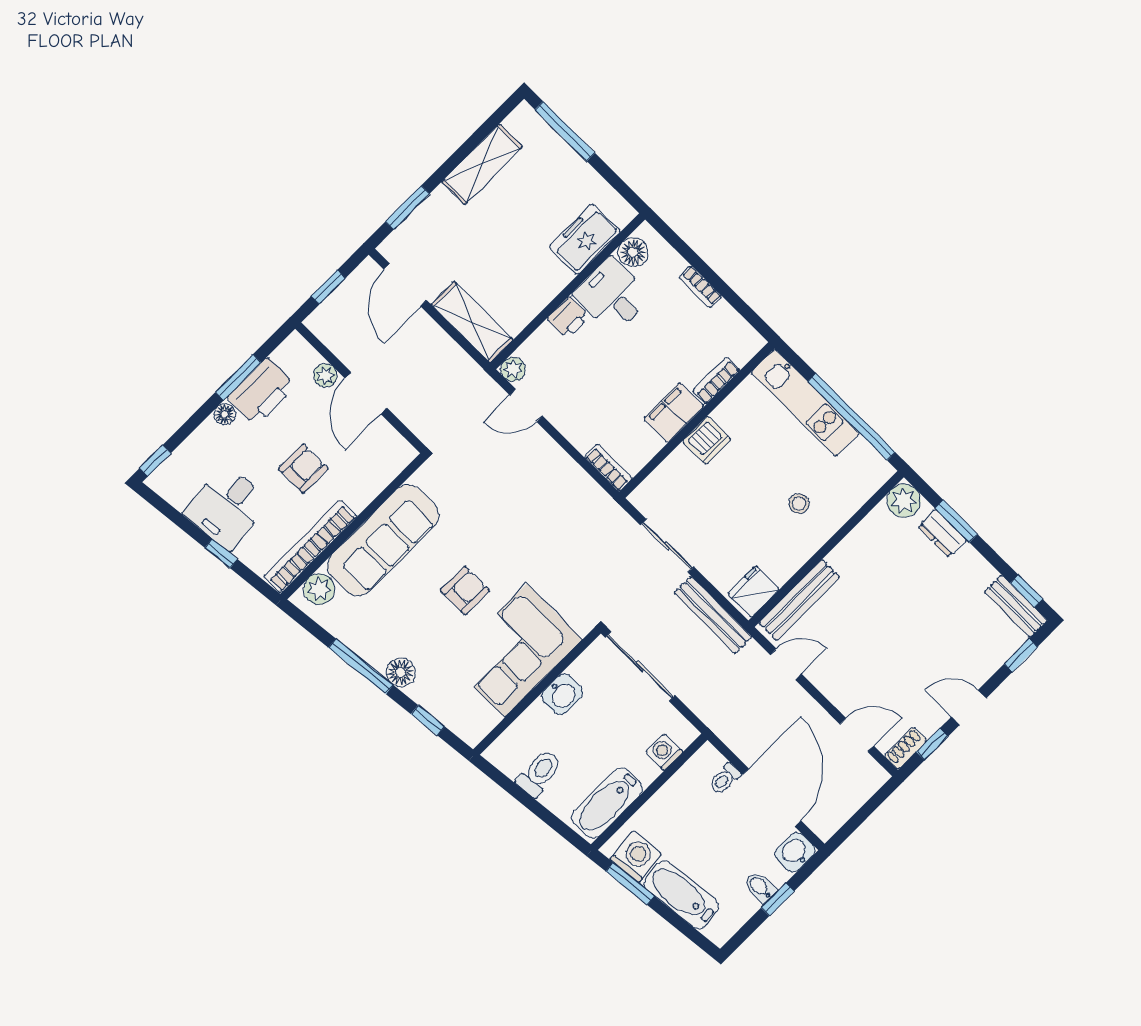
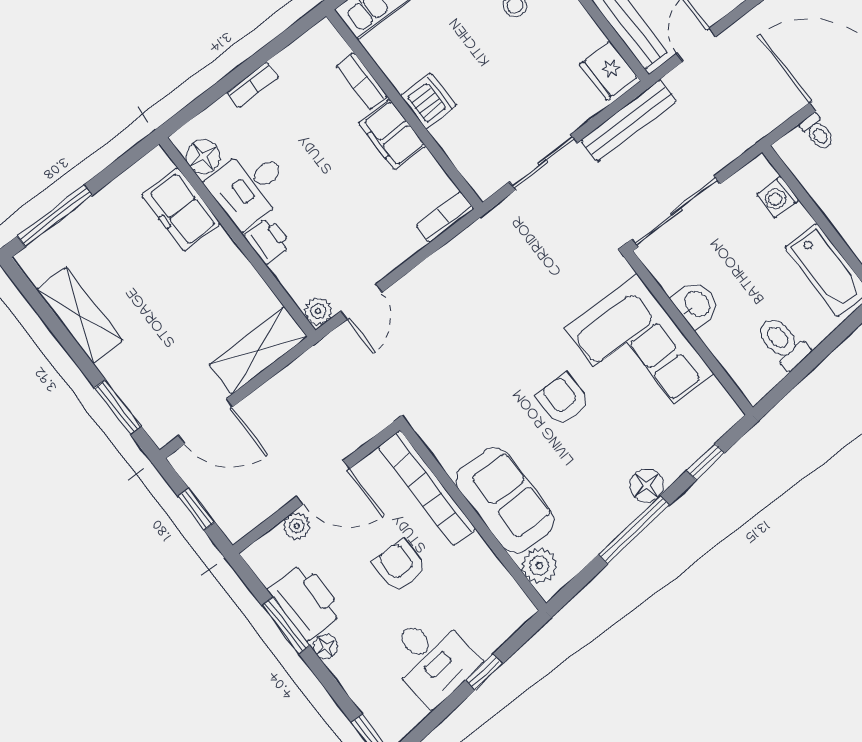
sofa: (383, 540) -> (505, 500), width x0.73
bookcase: (310, 546) -> (427, 488), moved

